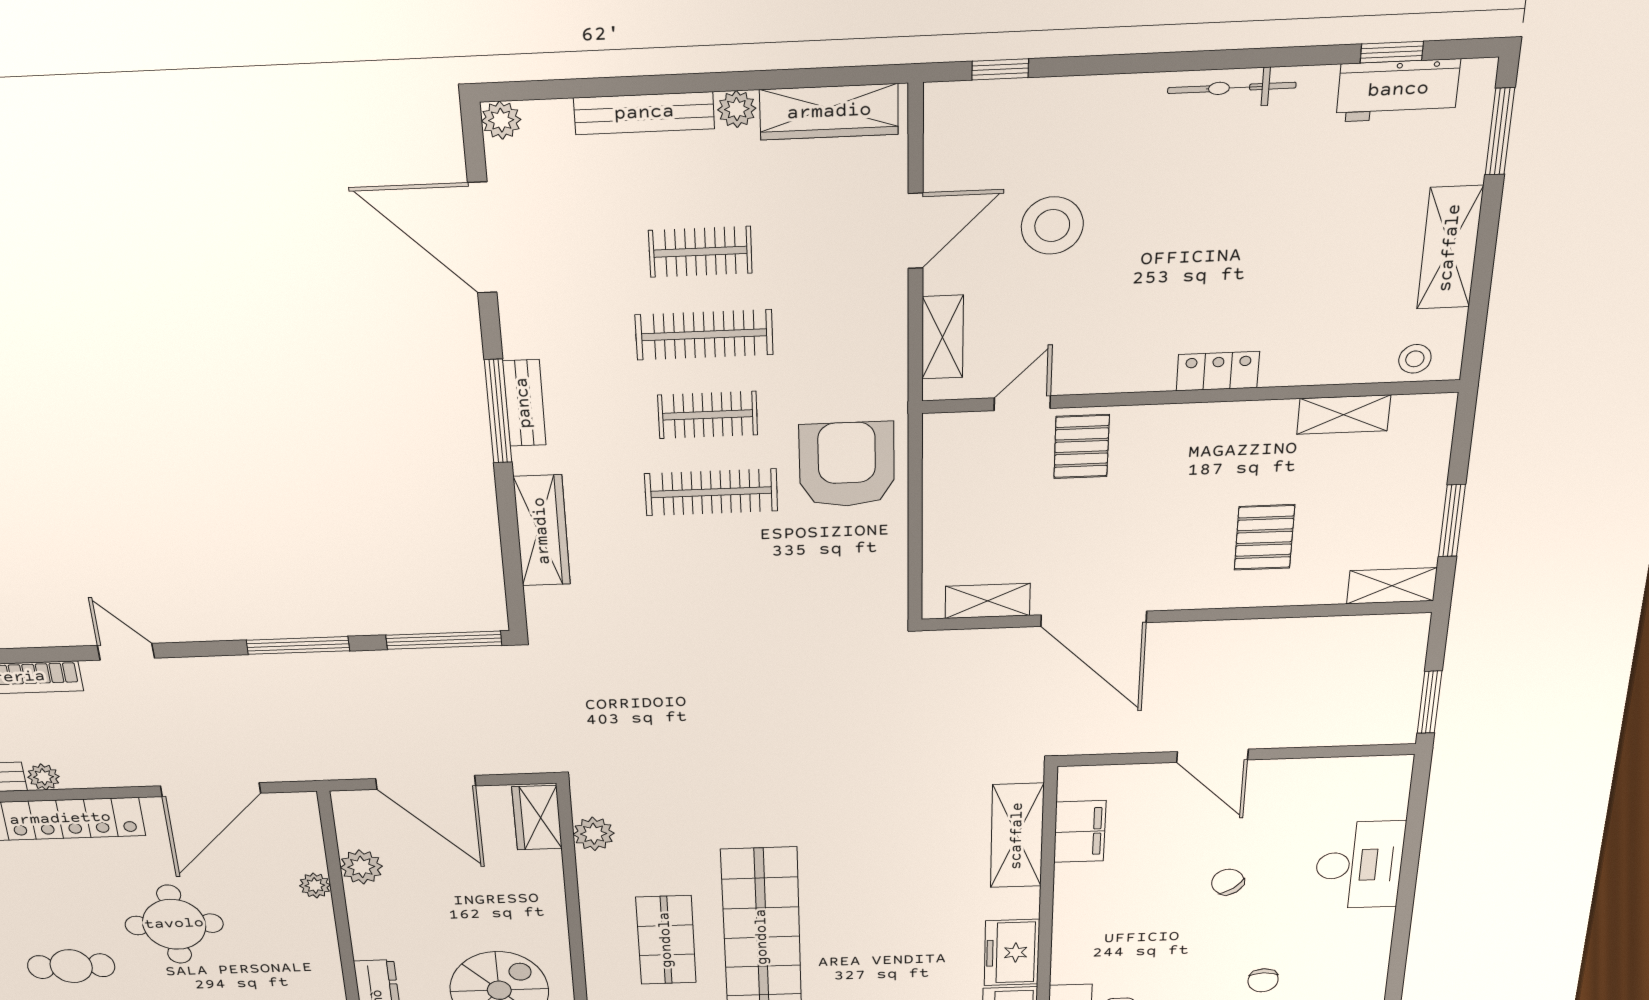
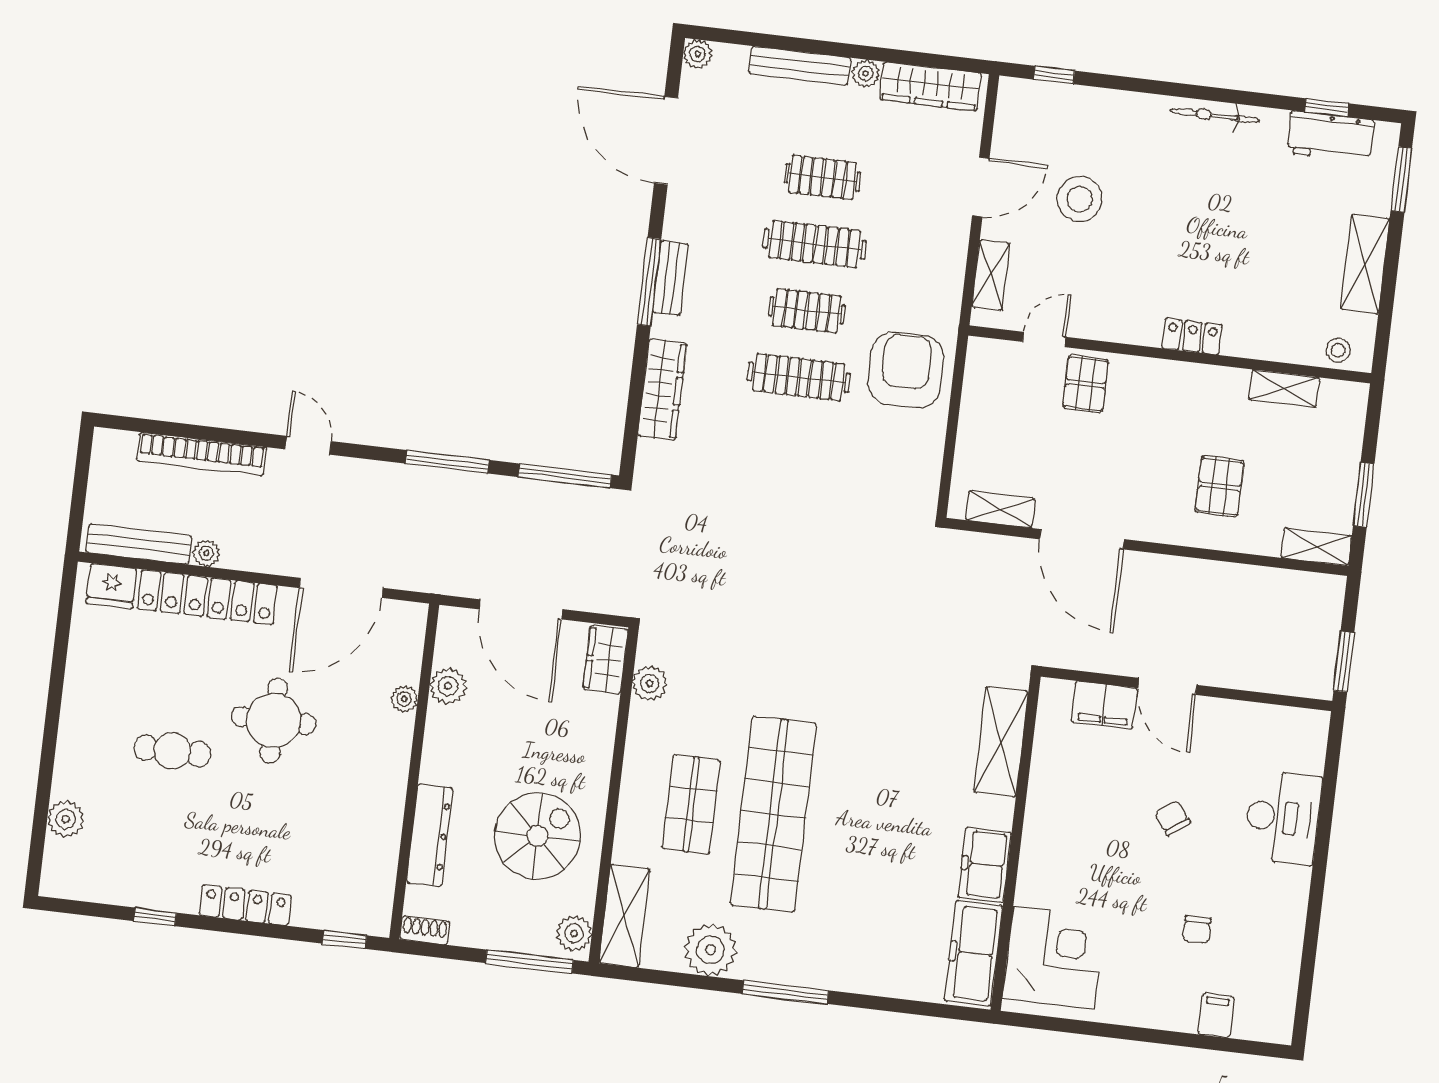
filing cabinet: (1080, 832) -> (1104, 705), moved, turned 90

